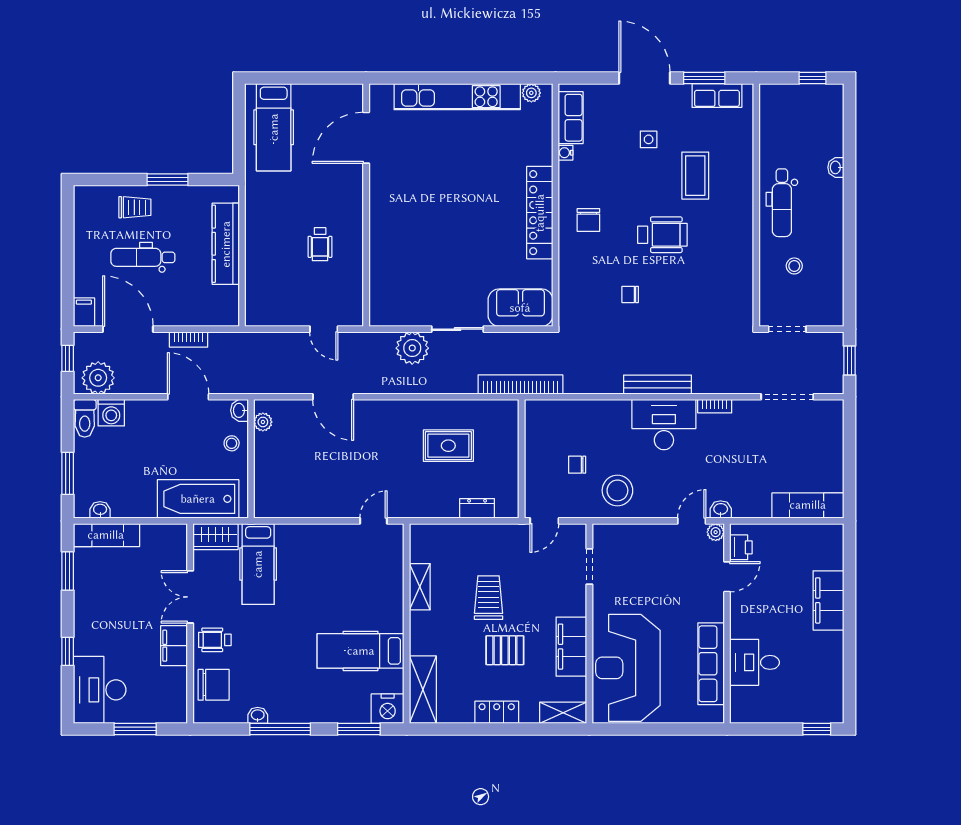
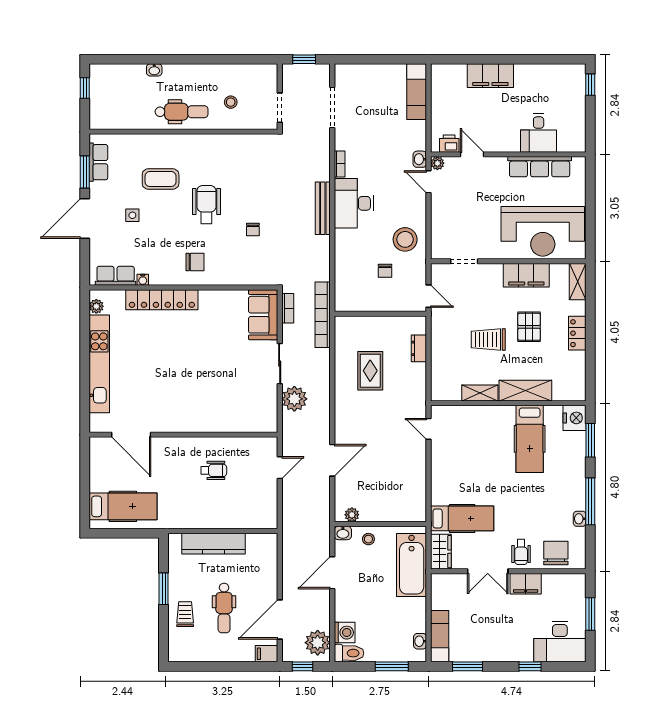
locker: (540, 213) -> (162, 300), moved
bookcase: (188, 339) -> (288, 308), moved
shelving: (423, 690) -> (525, 391), moved

